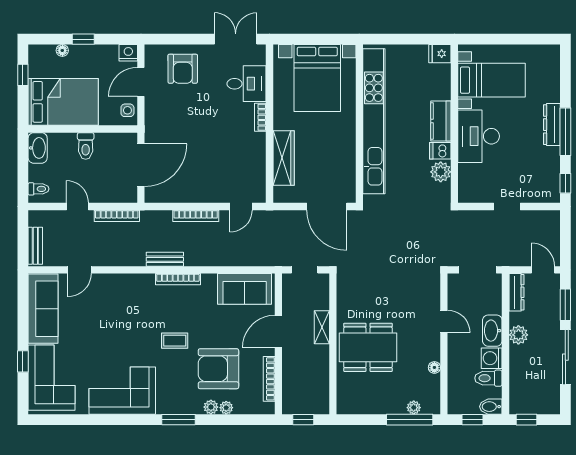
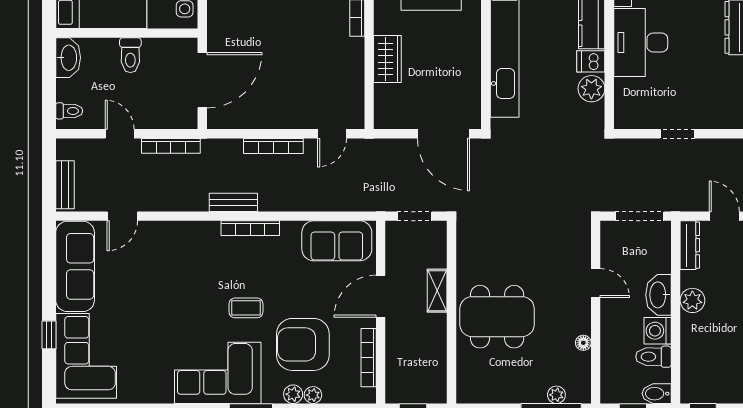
wardrobe: (284, 158) -> (387, 59), width x0.67
corner sofa: (122, 391) -> (218, 373), moved

